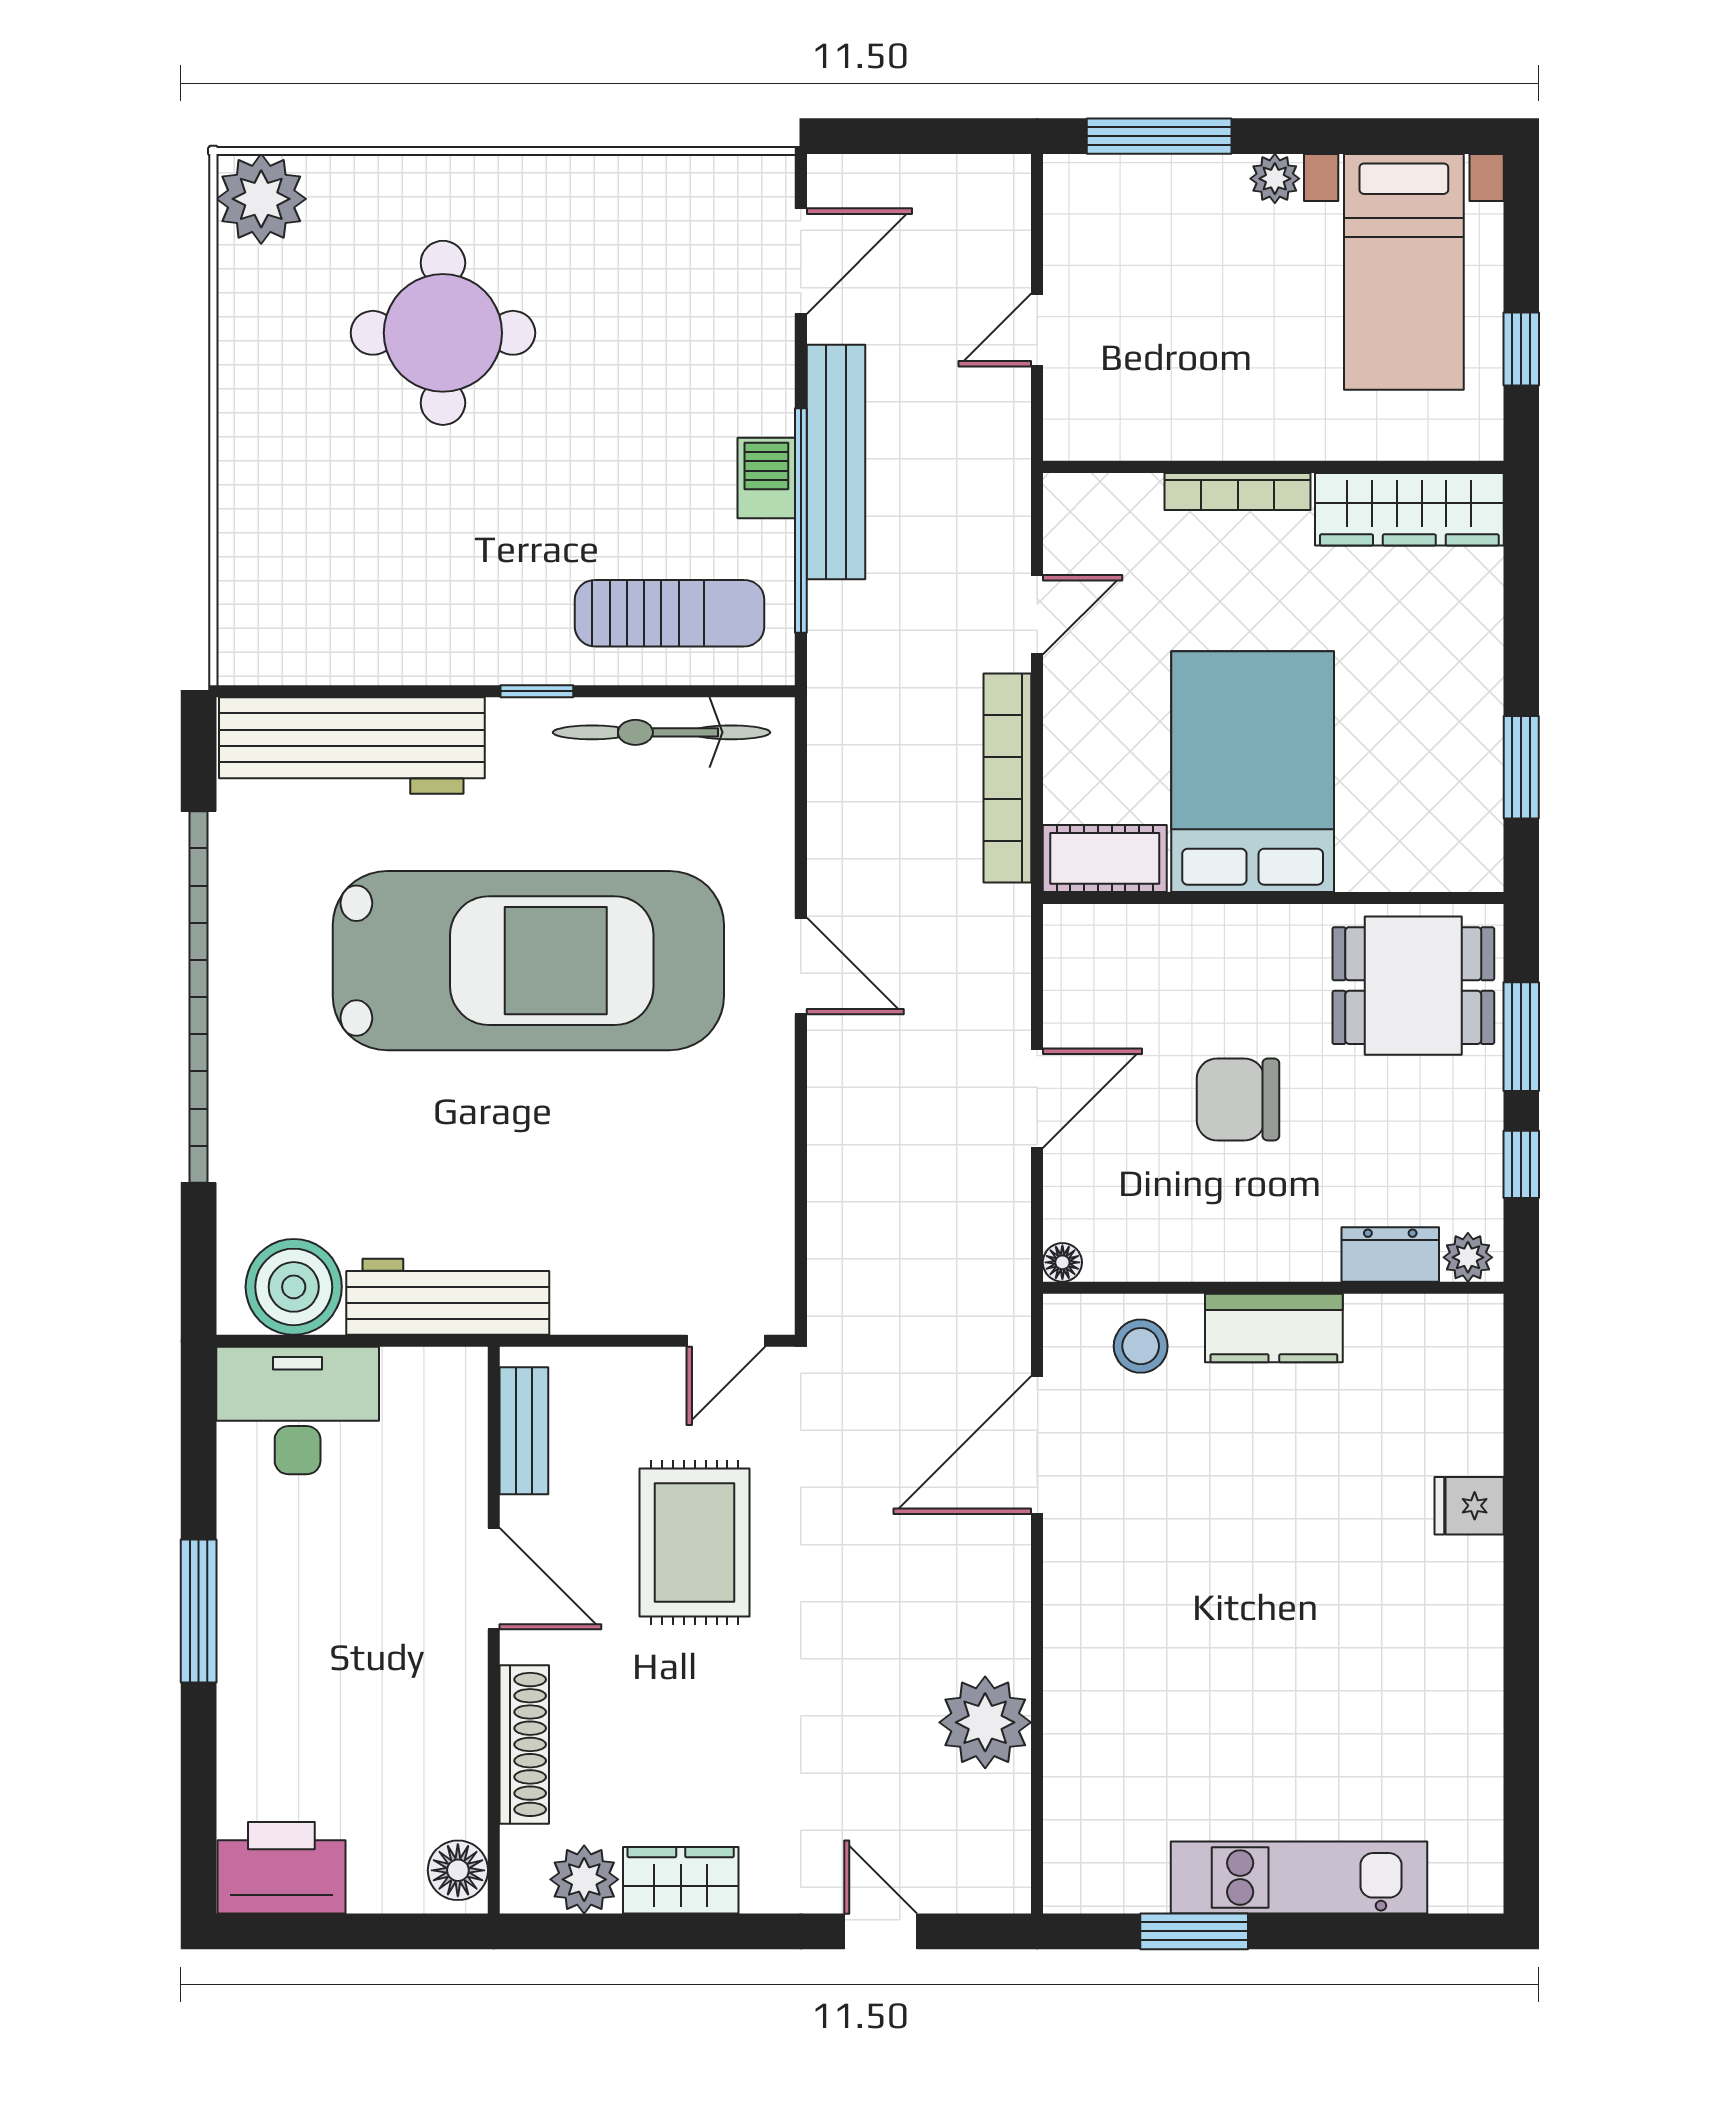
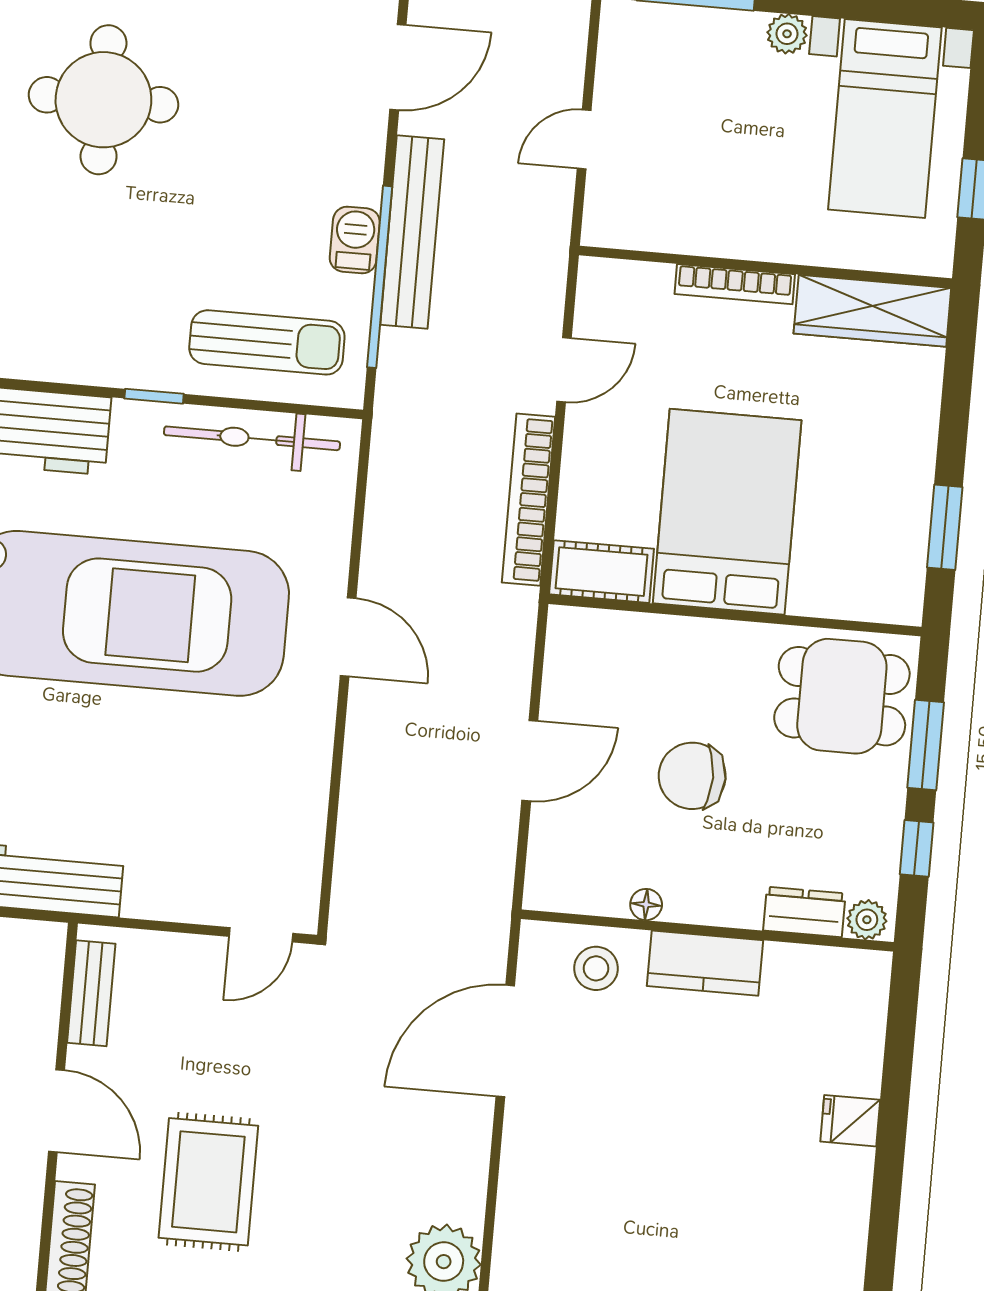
floor lamp: (1062, 1262) -> (646, 905), moved
rug: (695, 1542) -> (208, 1182), moved

